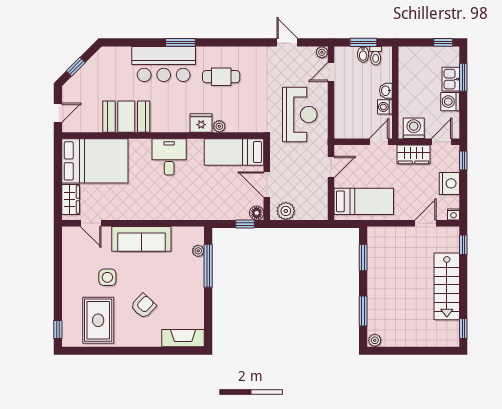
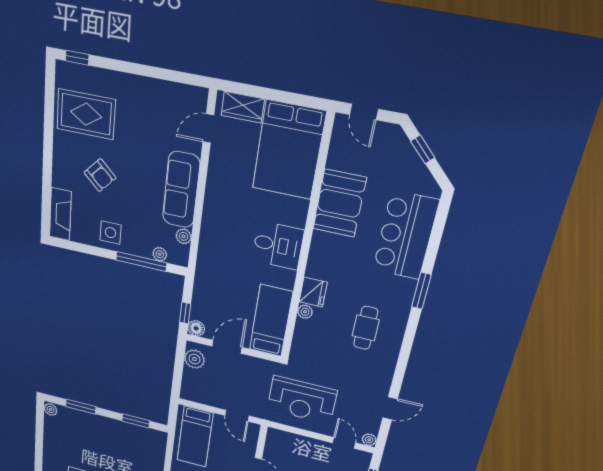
bar counter: (164, 64) -> (406, 236), moved
plant: (179, 233) -> (184, 236), added
side table: (107, 277) -> (111, 233), moved

